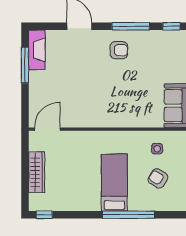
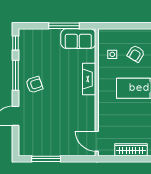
fireplace: (37, 50) -> (89, 79), moved, turned -90
armchair: (119, 50) -> (34, 85), turned 71

